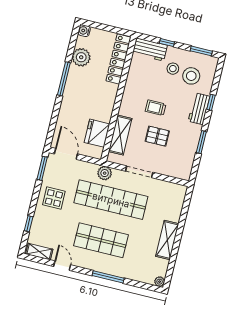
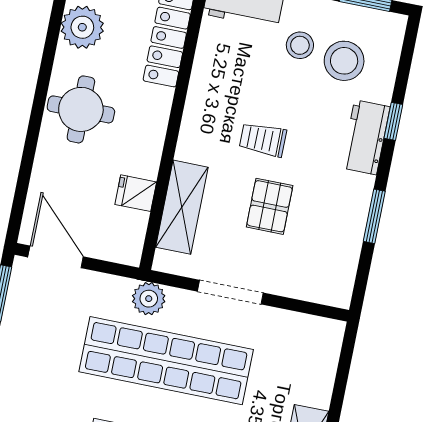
window: (64, 79) -> (44, 80), removed
round table: (79, 92) -> (81, 109), added
fridge: (97, 133) -> (136, 193), width x0.53, depth x0.75
pallet: (157, 136) -> (270, 206), turned 90
display table: (54, 198) -> (31, 362), removed

